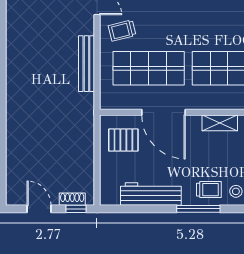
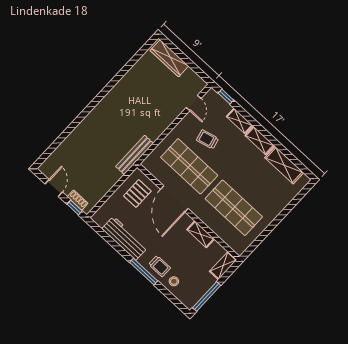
trolley: (122, 31) -> (207, 139), moved
bench: (86, 64) -> (134, 155), moved
pallet: (123, 140) -> (137, 194), turned 90

